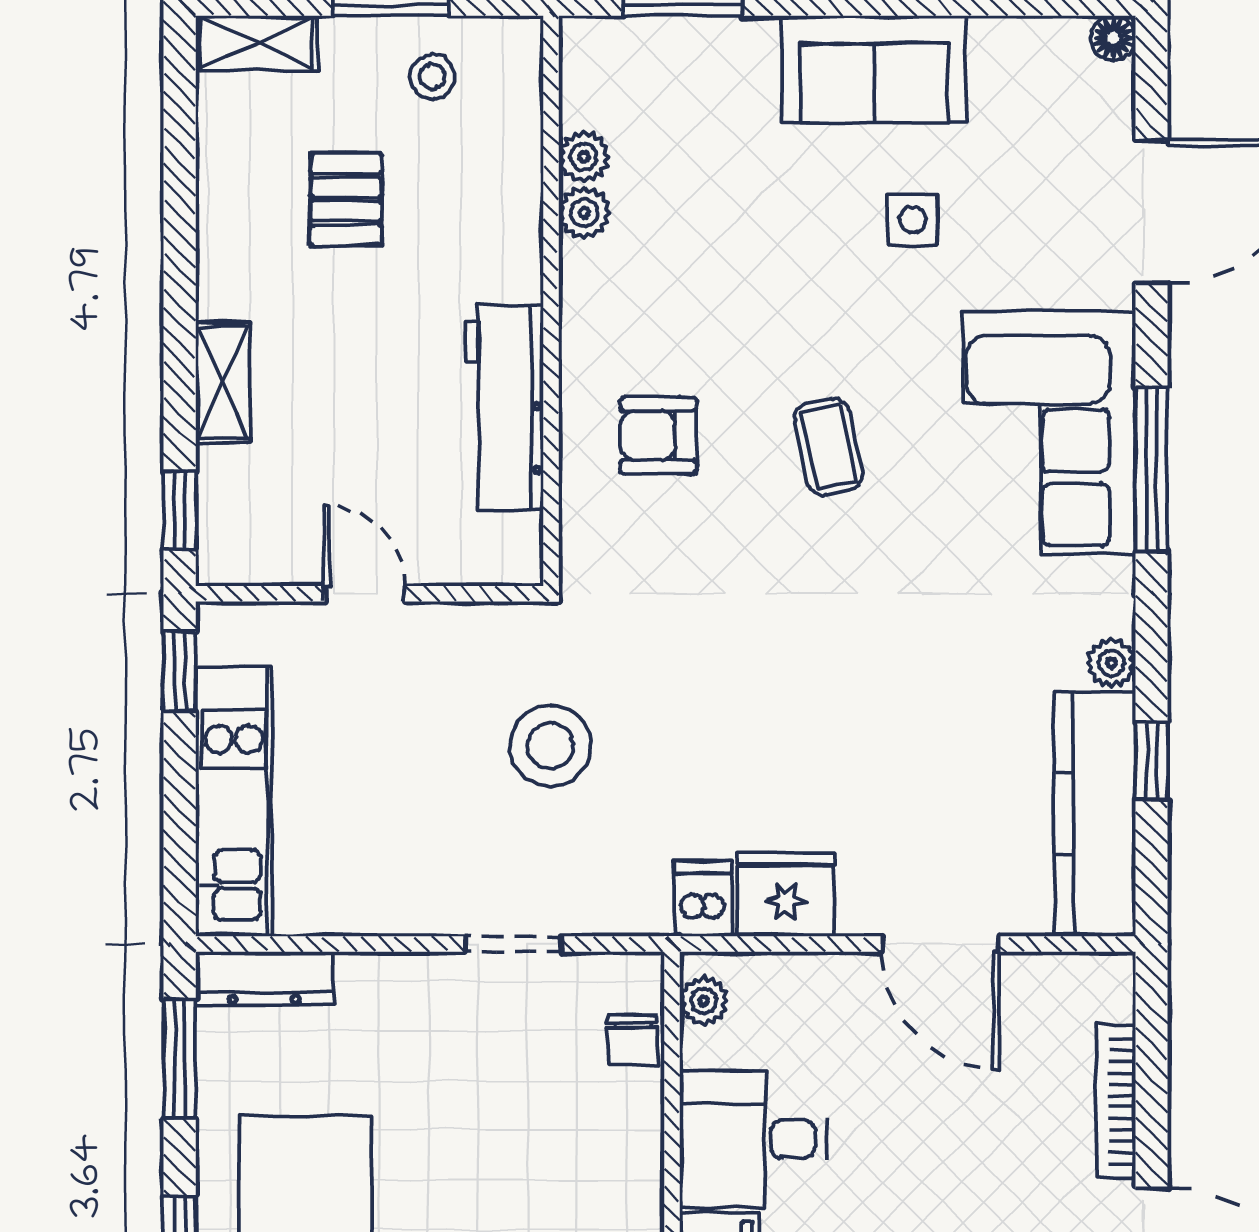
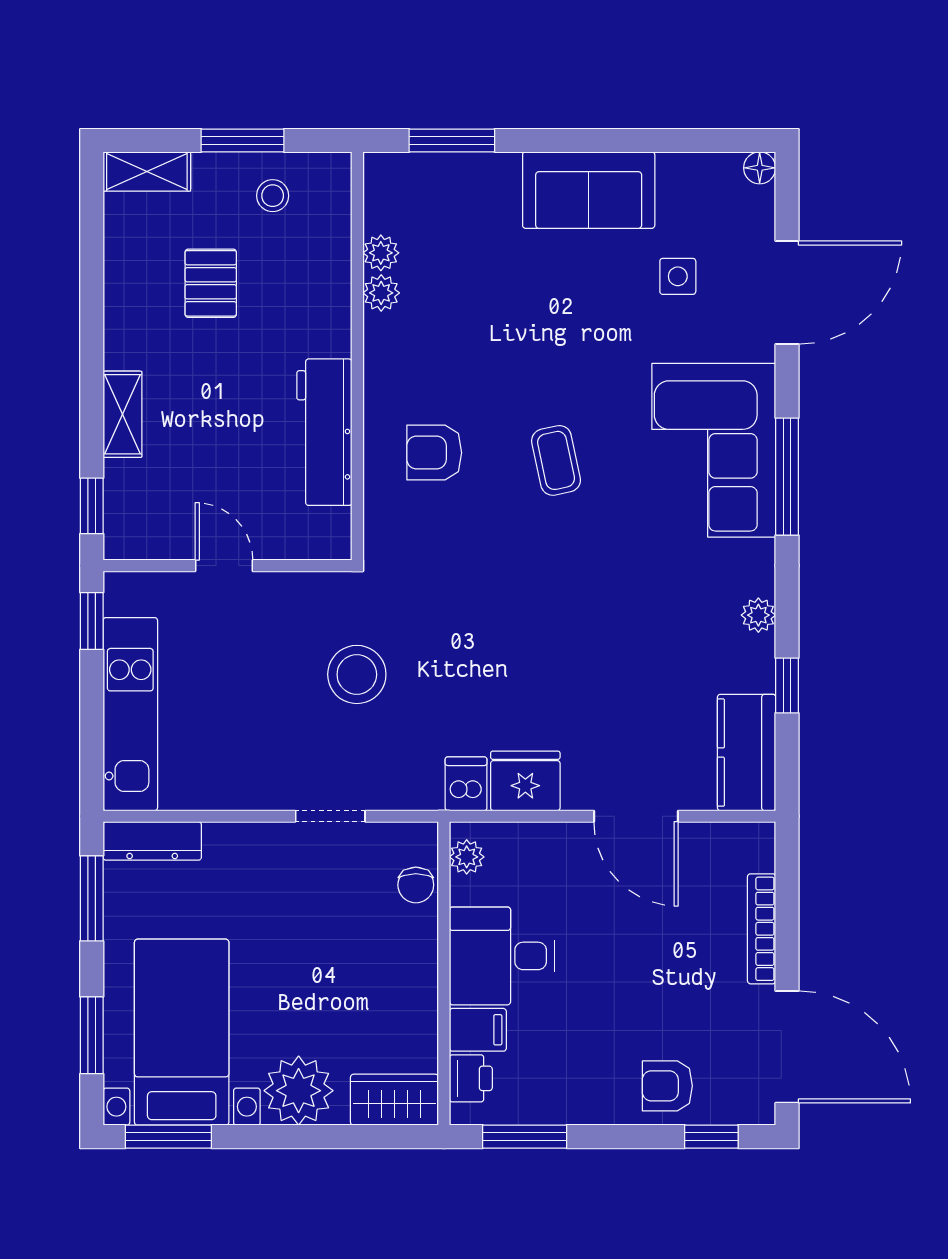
side table: (912, 220) -> (678, 276), moved
kitchen counter: (1095, 814) -> (747, 753), width x0.67

